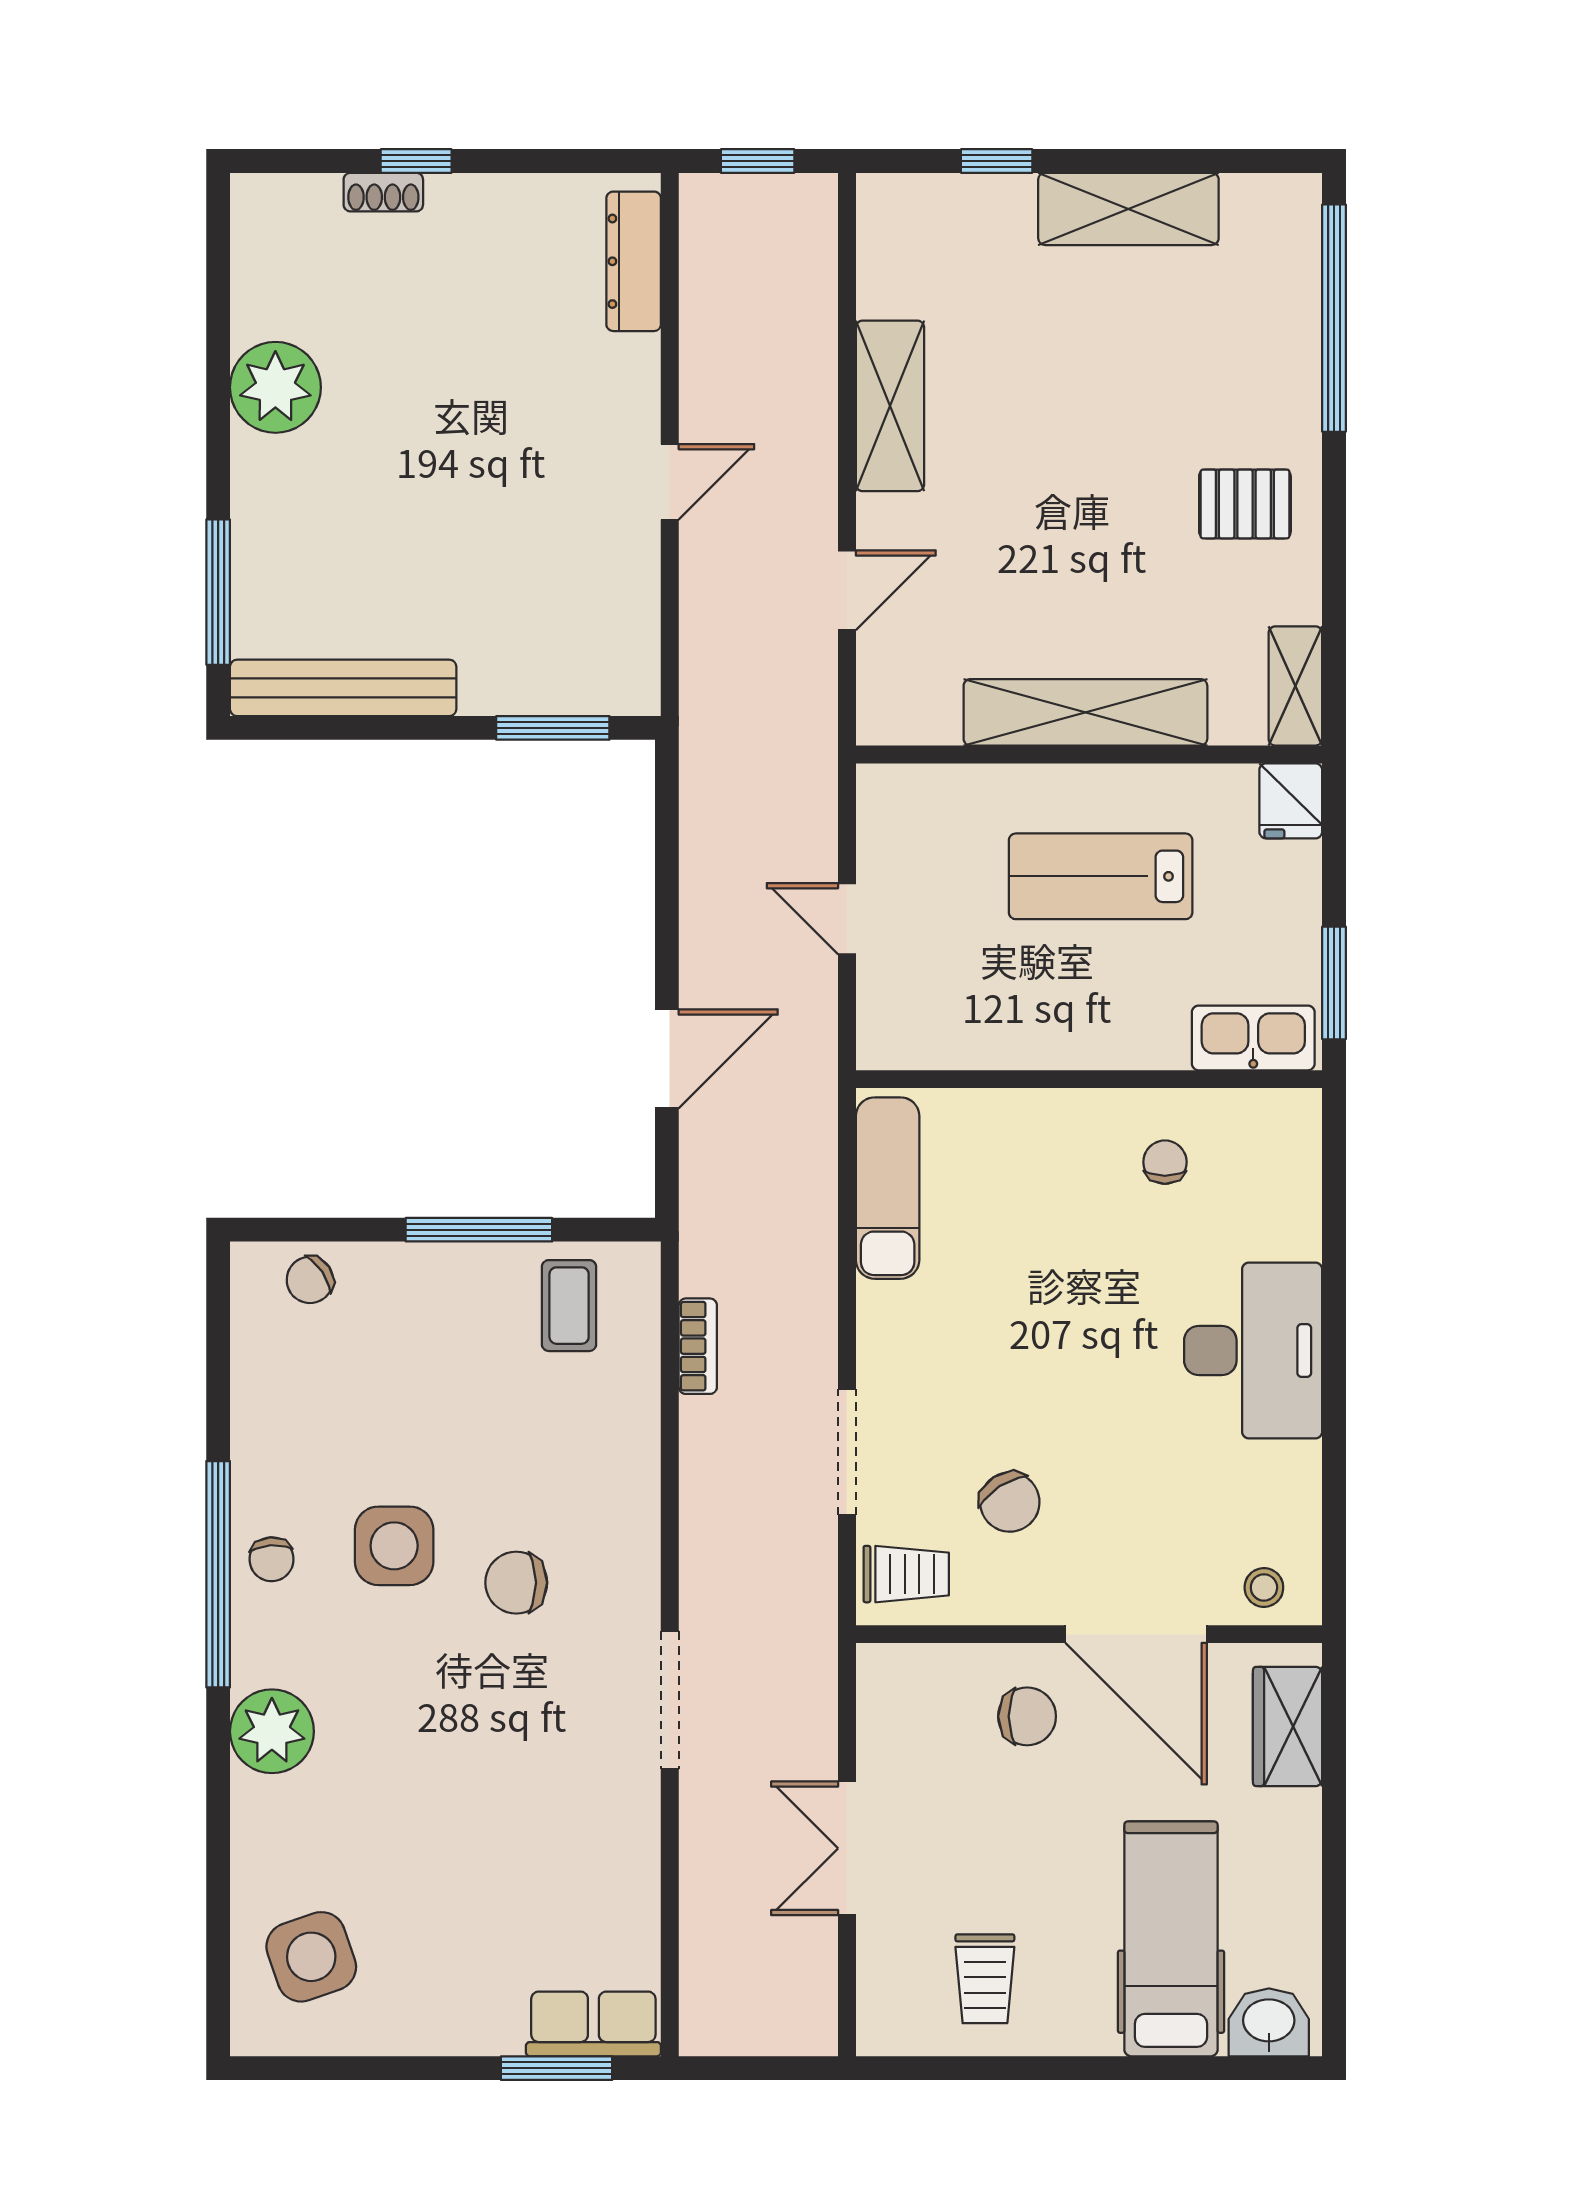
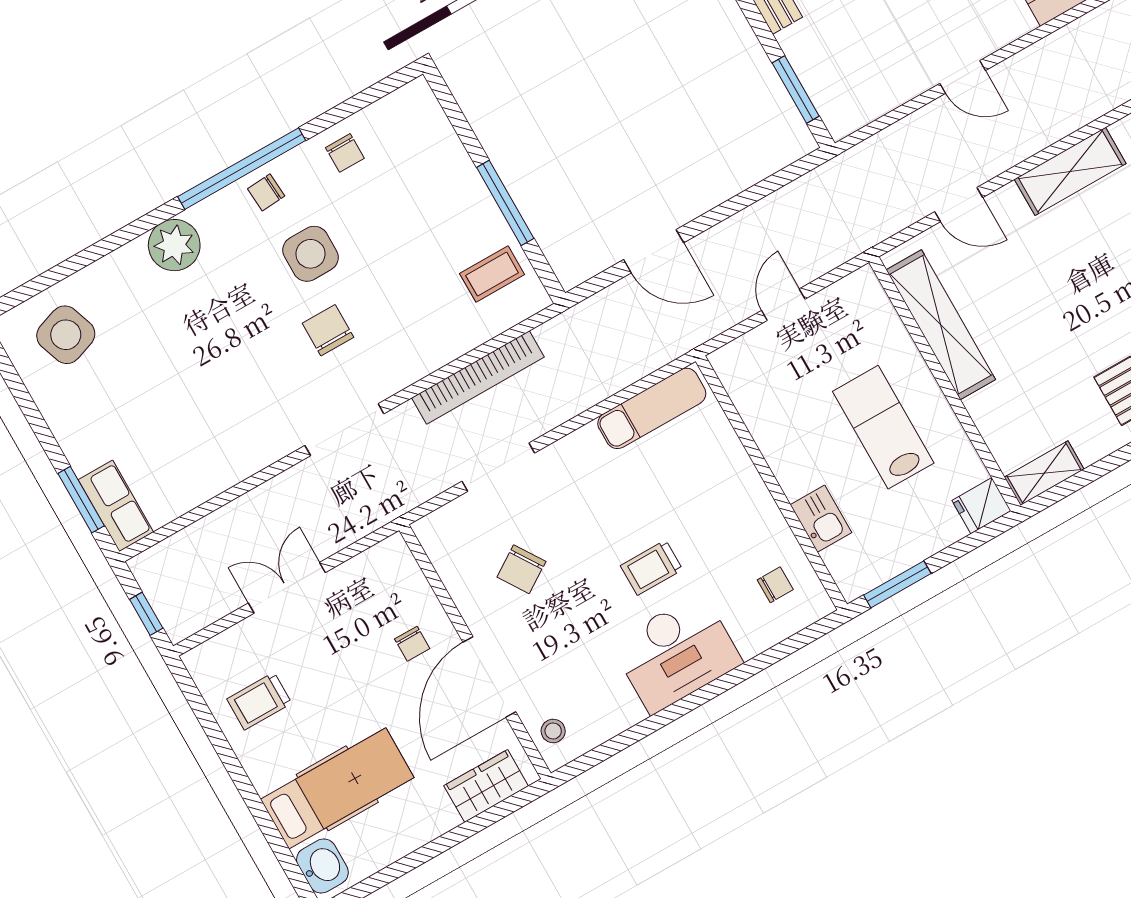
shelving: (1085, 712) -> (941, 325), moved
kitchen sink: (1253, 1038) -> (821, 519), moved, width x0.73
chair: (1165, 1162) -> (775, 585), moved
chair: (310, 1280) -> (345, 153), moved, turned -146
bookcase: (698, 1346) -> (478, 377), width x2.31, depth x1.31
trolley: (906, 1574) -> (652, 568), moved, turned 90
doorway: (670, 1700) -> (344, 430), moved
chair: (1027, 1716) -> (412, 644), width x0.73, depth x0.73
window: (770, 2068) -> (146, 614), added

